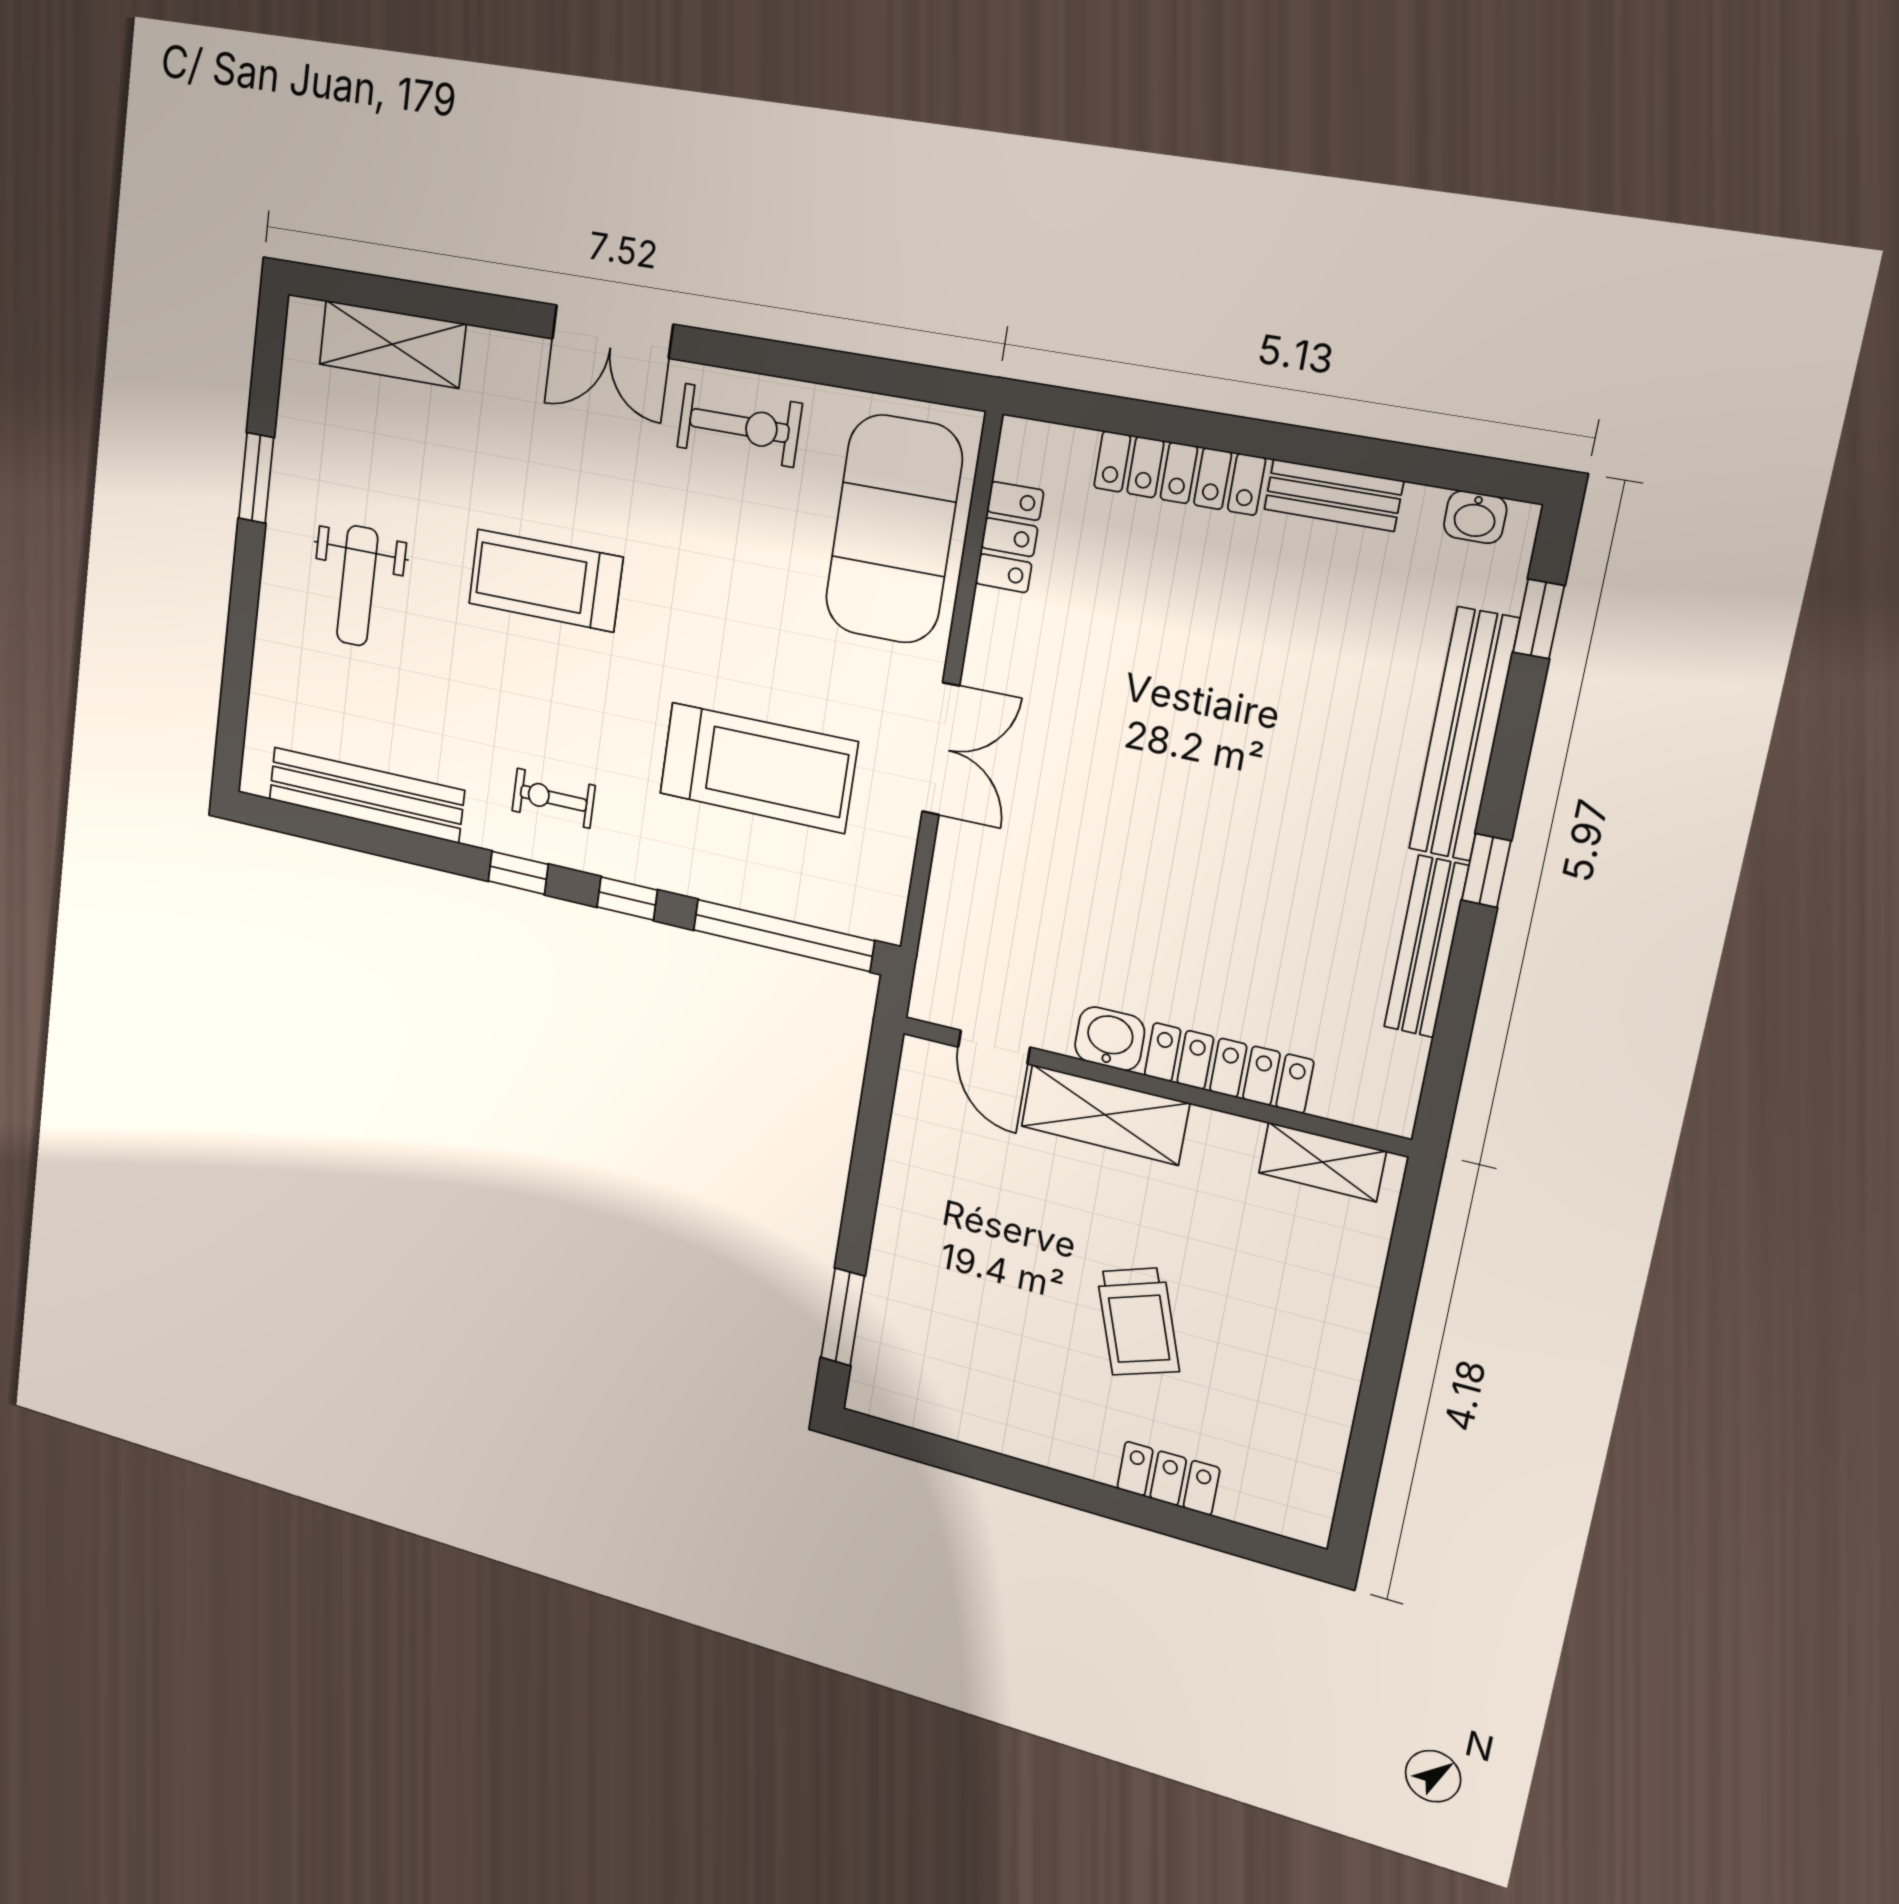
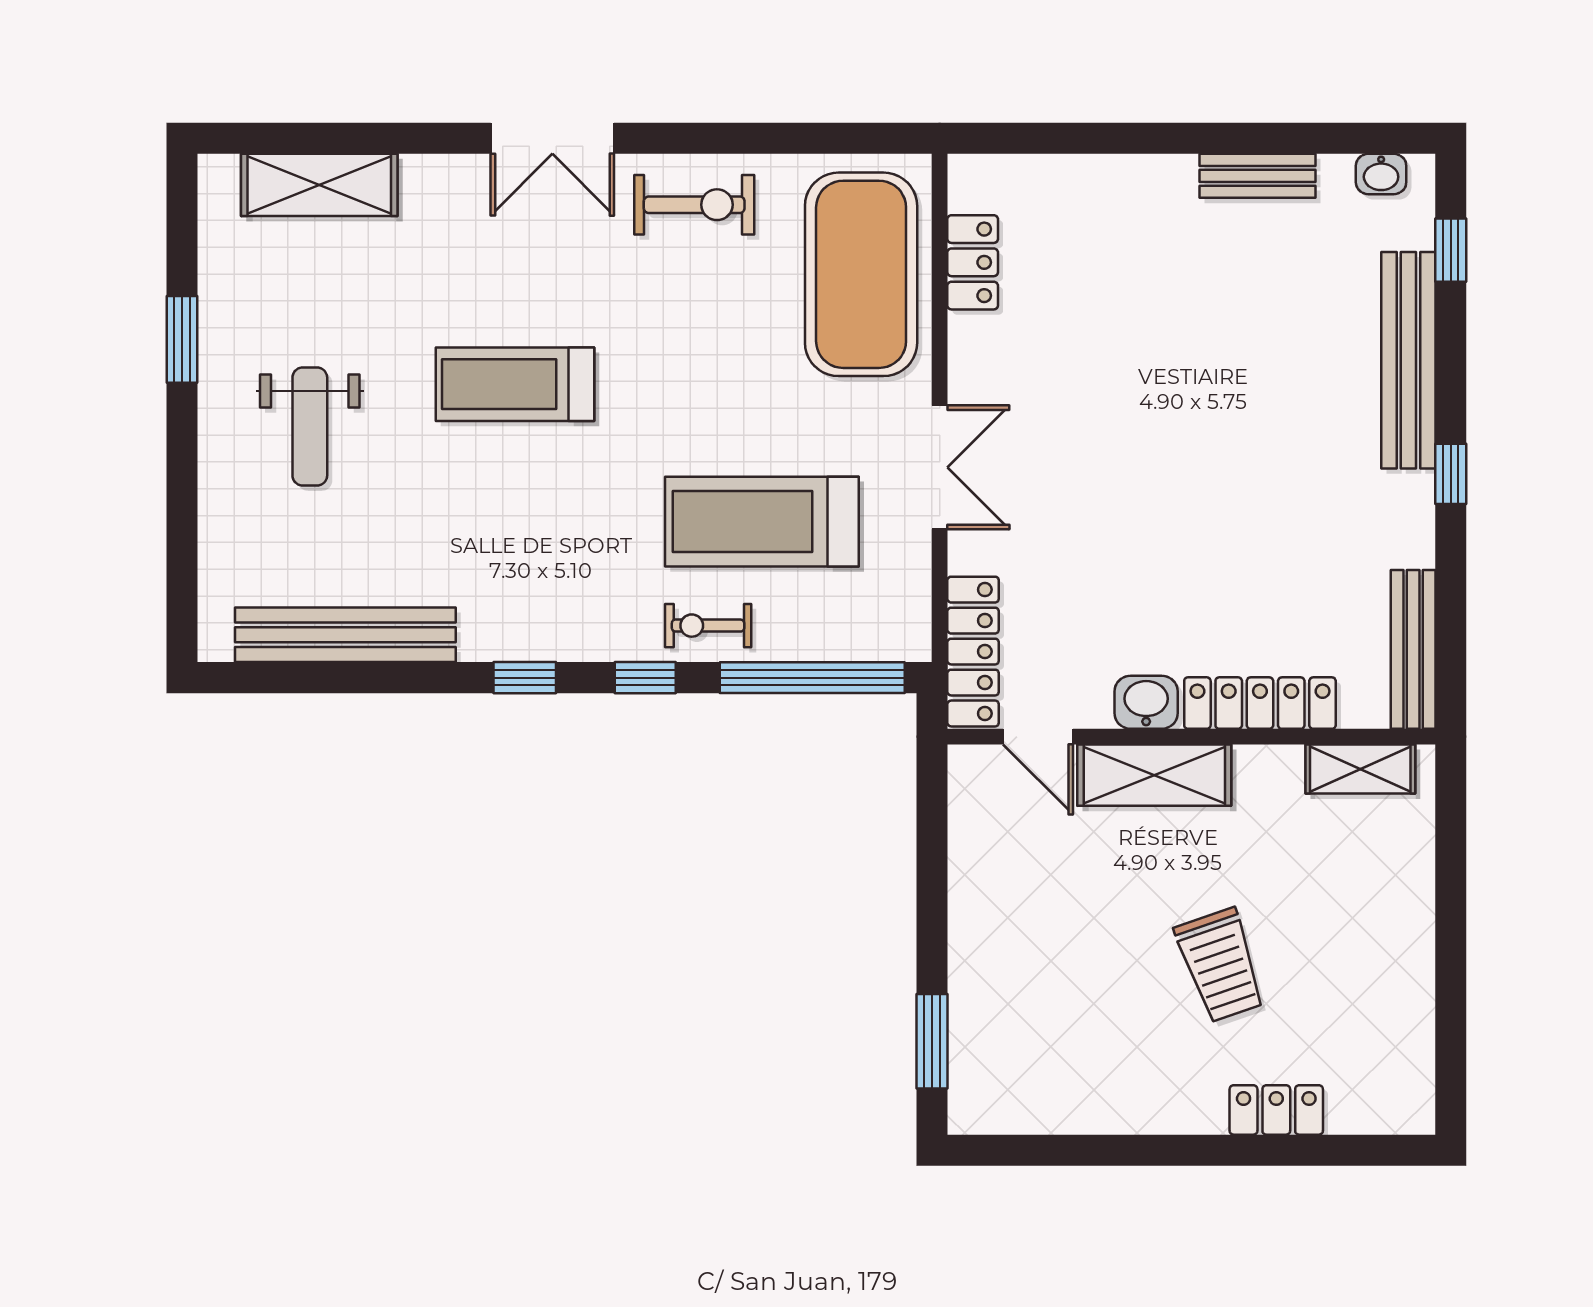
locker: (1179, 473) -> (973, 652), moved, turned -90
treadmill: (758, 768) -> (762, 522), turned 180
exercise bike: (553, 798) -> (708, 626), moved
bench: (1426, 947) -> (1413, 649), moved

